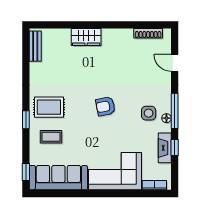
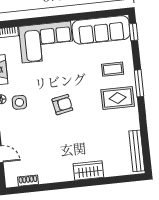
shoe rack: (148, 33) -> (28, 181), width x0.70
bench: (35, 46) -> (137, 151), width x1.36
window: (26, 120) -> (139, 83), width x1.50

